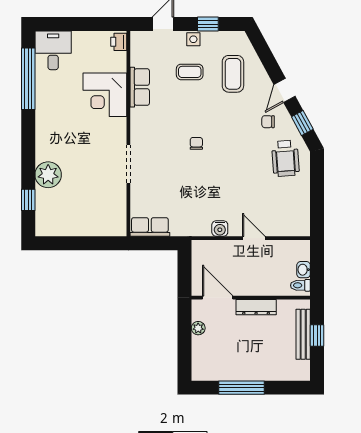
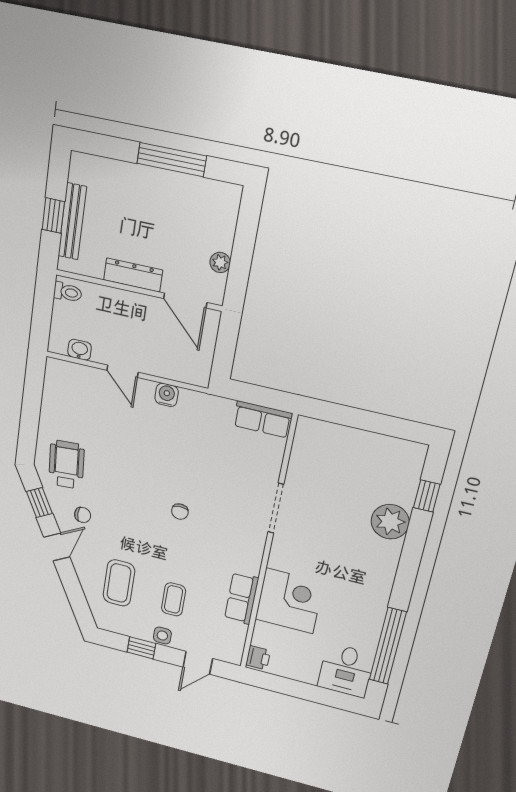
coffee table: (190, 72) -> (174, 599), turned 90
washbasin: (304, 270) -> (80, 350), moved, turned -90

